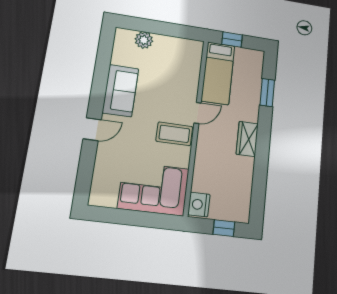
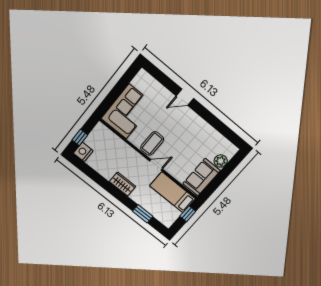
sofa: (121, 91) -> (202, 177), moved, turned 90
door: (198, 113) -> (156, 165), swing flipped
door: (92, 129) -> (185, 97), hinge flipped
nightstand: (199, 205) -> (83, 152), moved, turned -90

